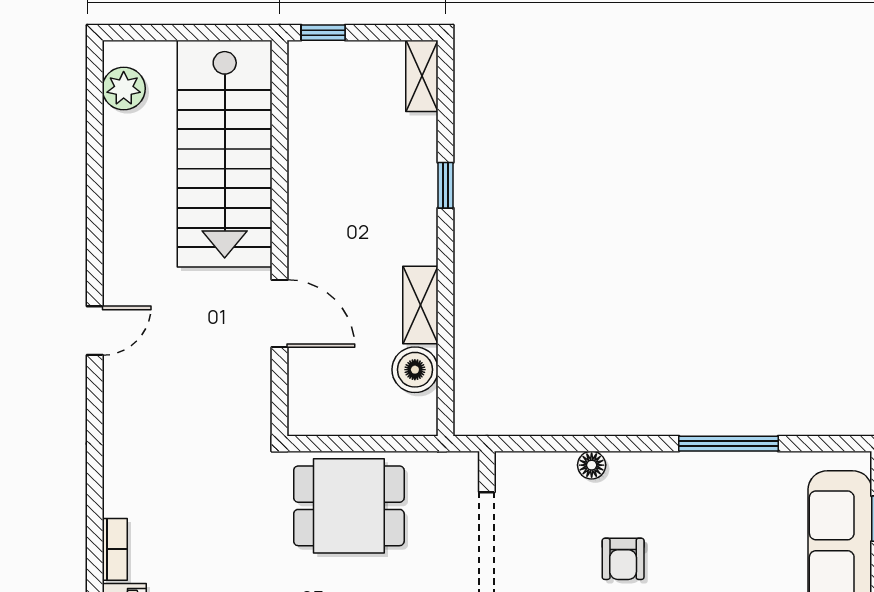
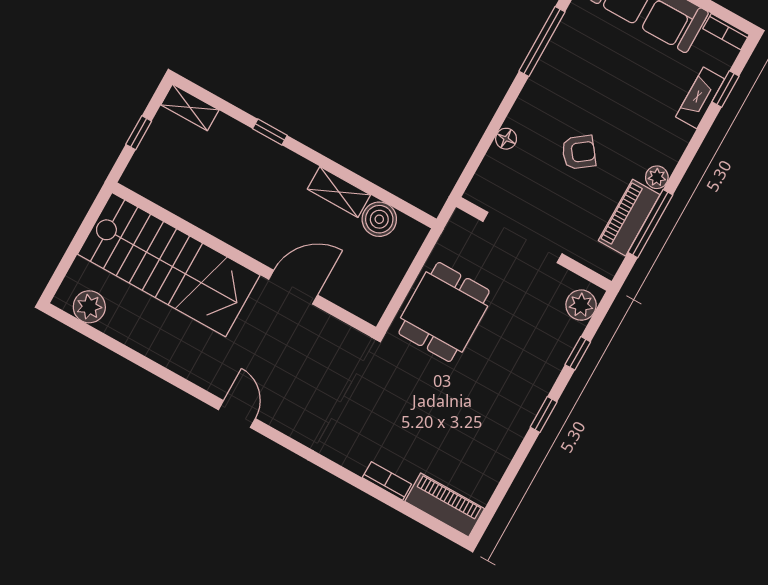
window: (323, 33) -> (139, 133), moved
armchair: (623, 559) -> (579, 152), turned -37

